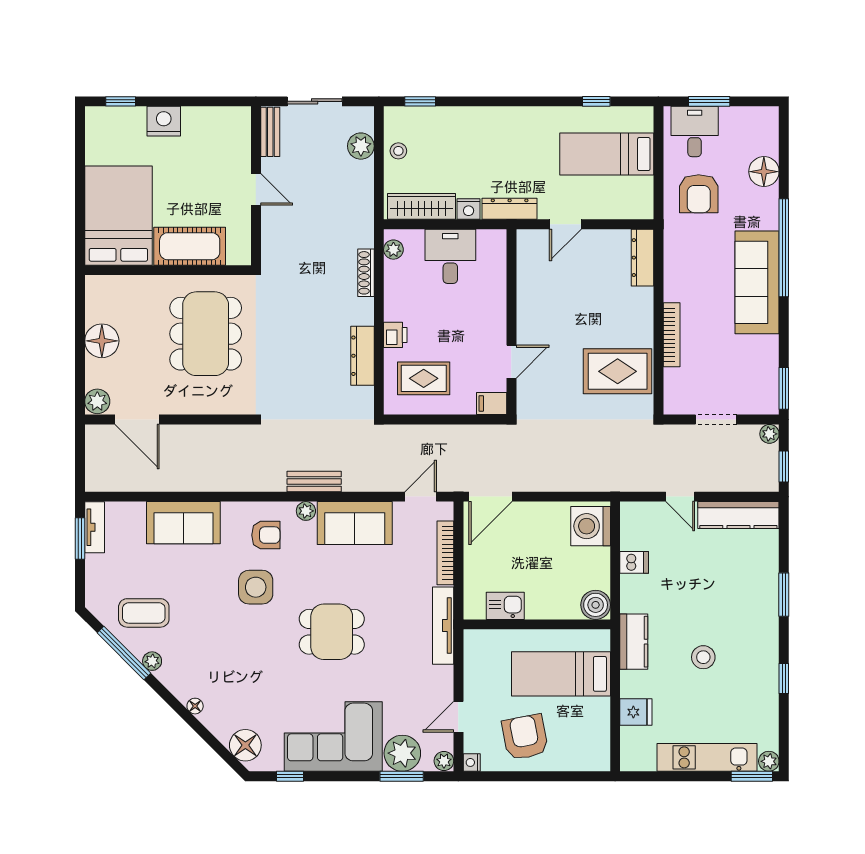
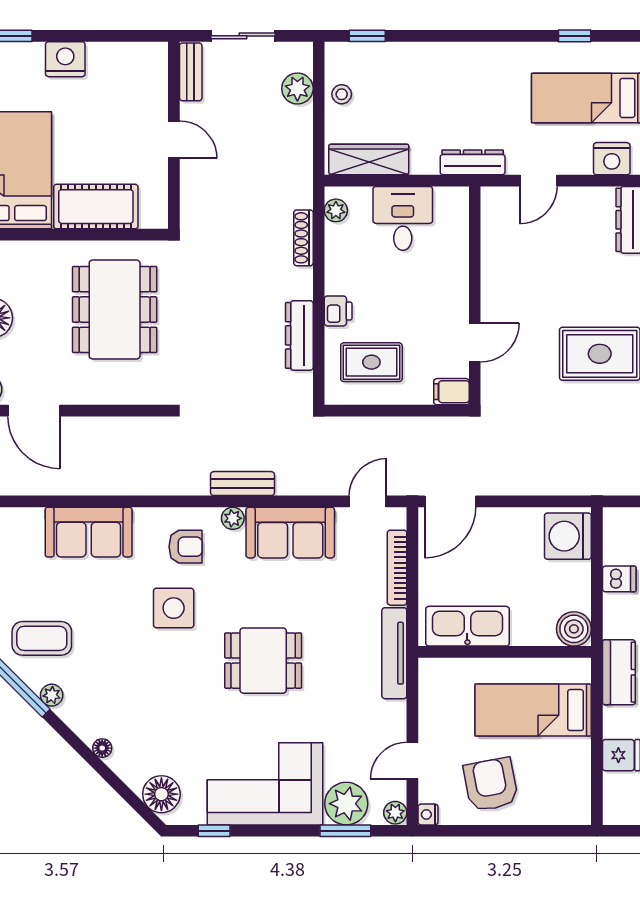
nightstand: (469, 209) -> (612, 159), moved, width x1.36, depth x1.33
kitchen sink: (505, 606) -> (467, 626), width x1.88, depth x1.24

